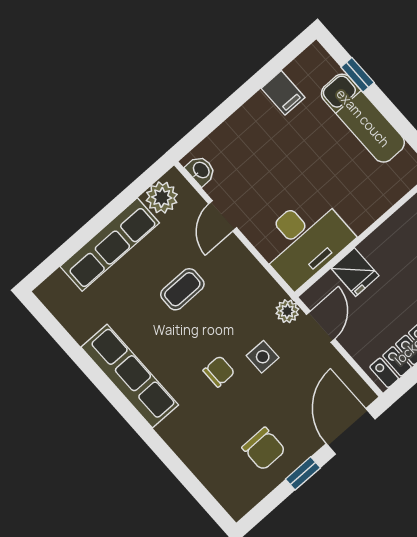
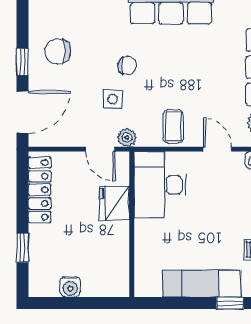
fridge: (355, 272) -> (115, 203), width x1.38
coffee table: (182, 289) -> (173, 126), moved
chair: (219, 371) -> (127, 65), turned -90
door: (351, 431) -> (22, 112), hinge flipped

